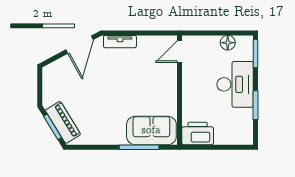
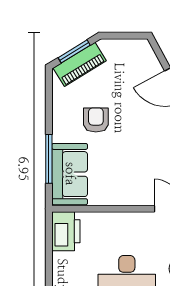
armchair: (108, 109) -> (96, 120), added

